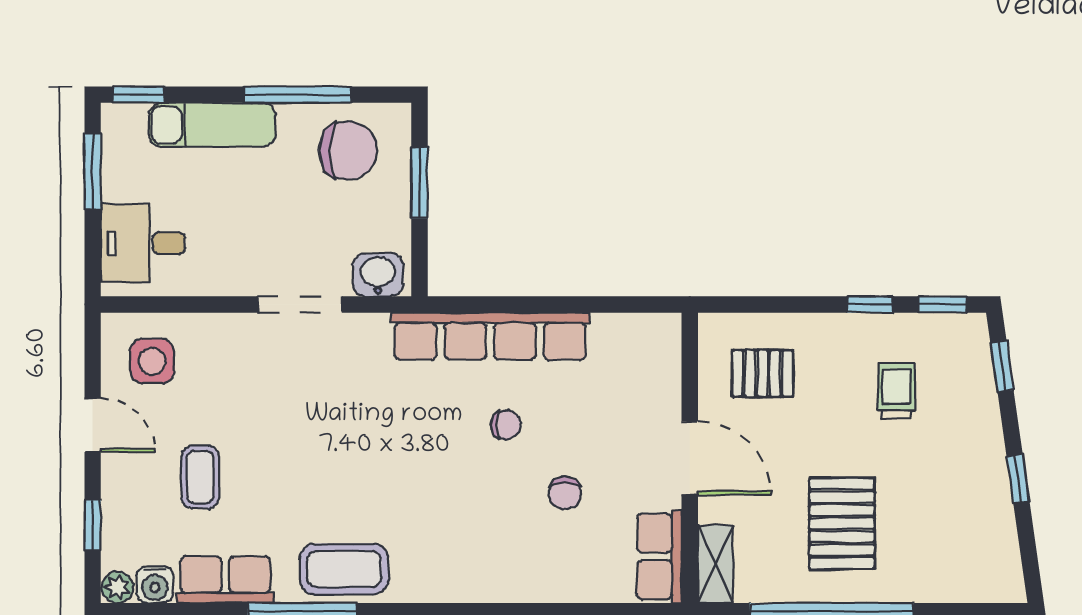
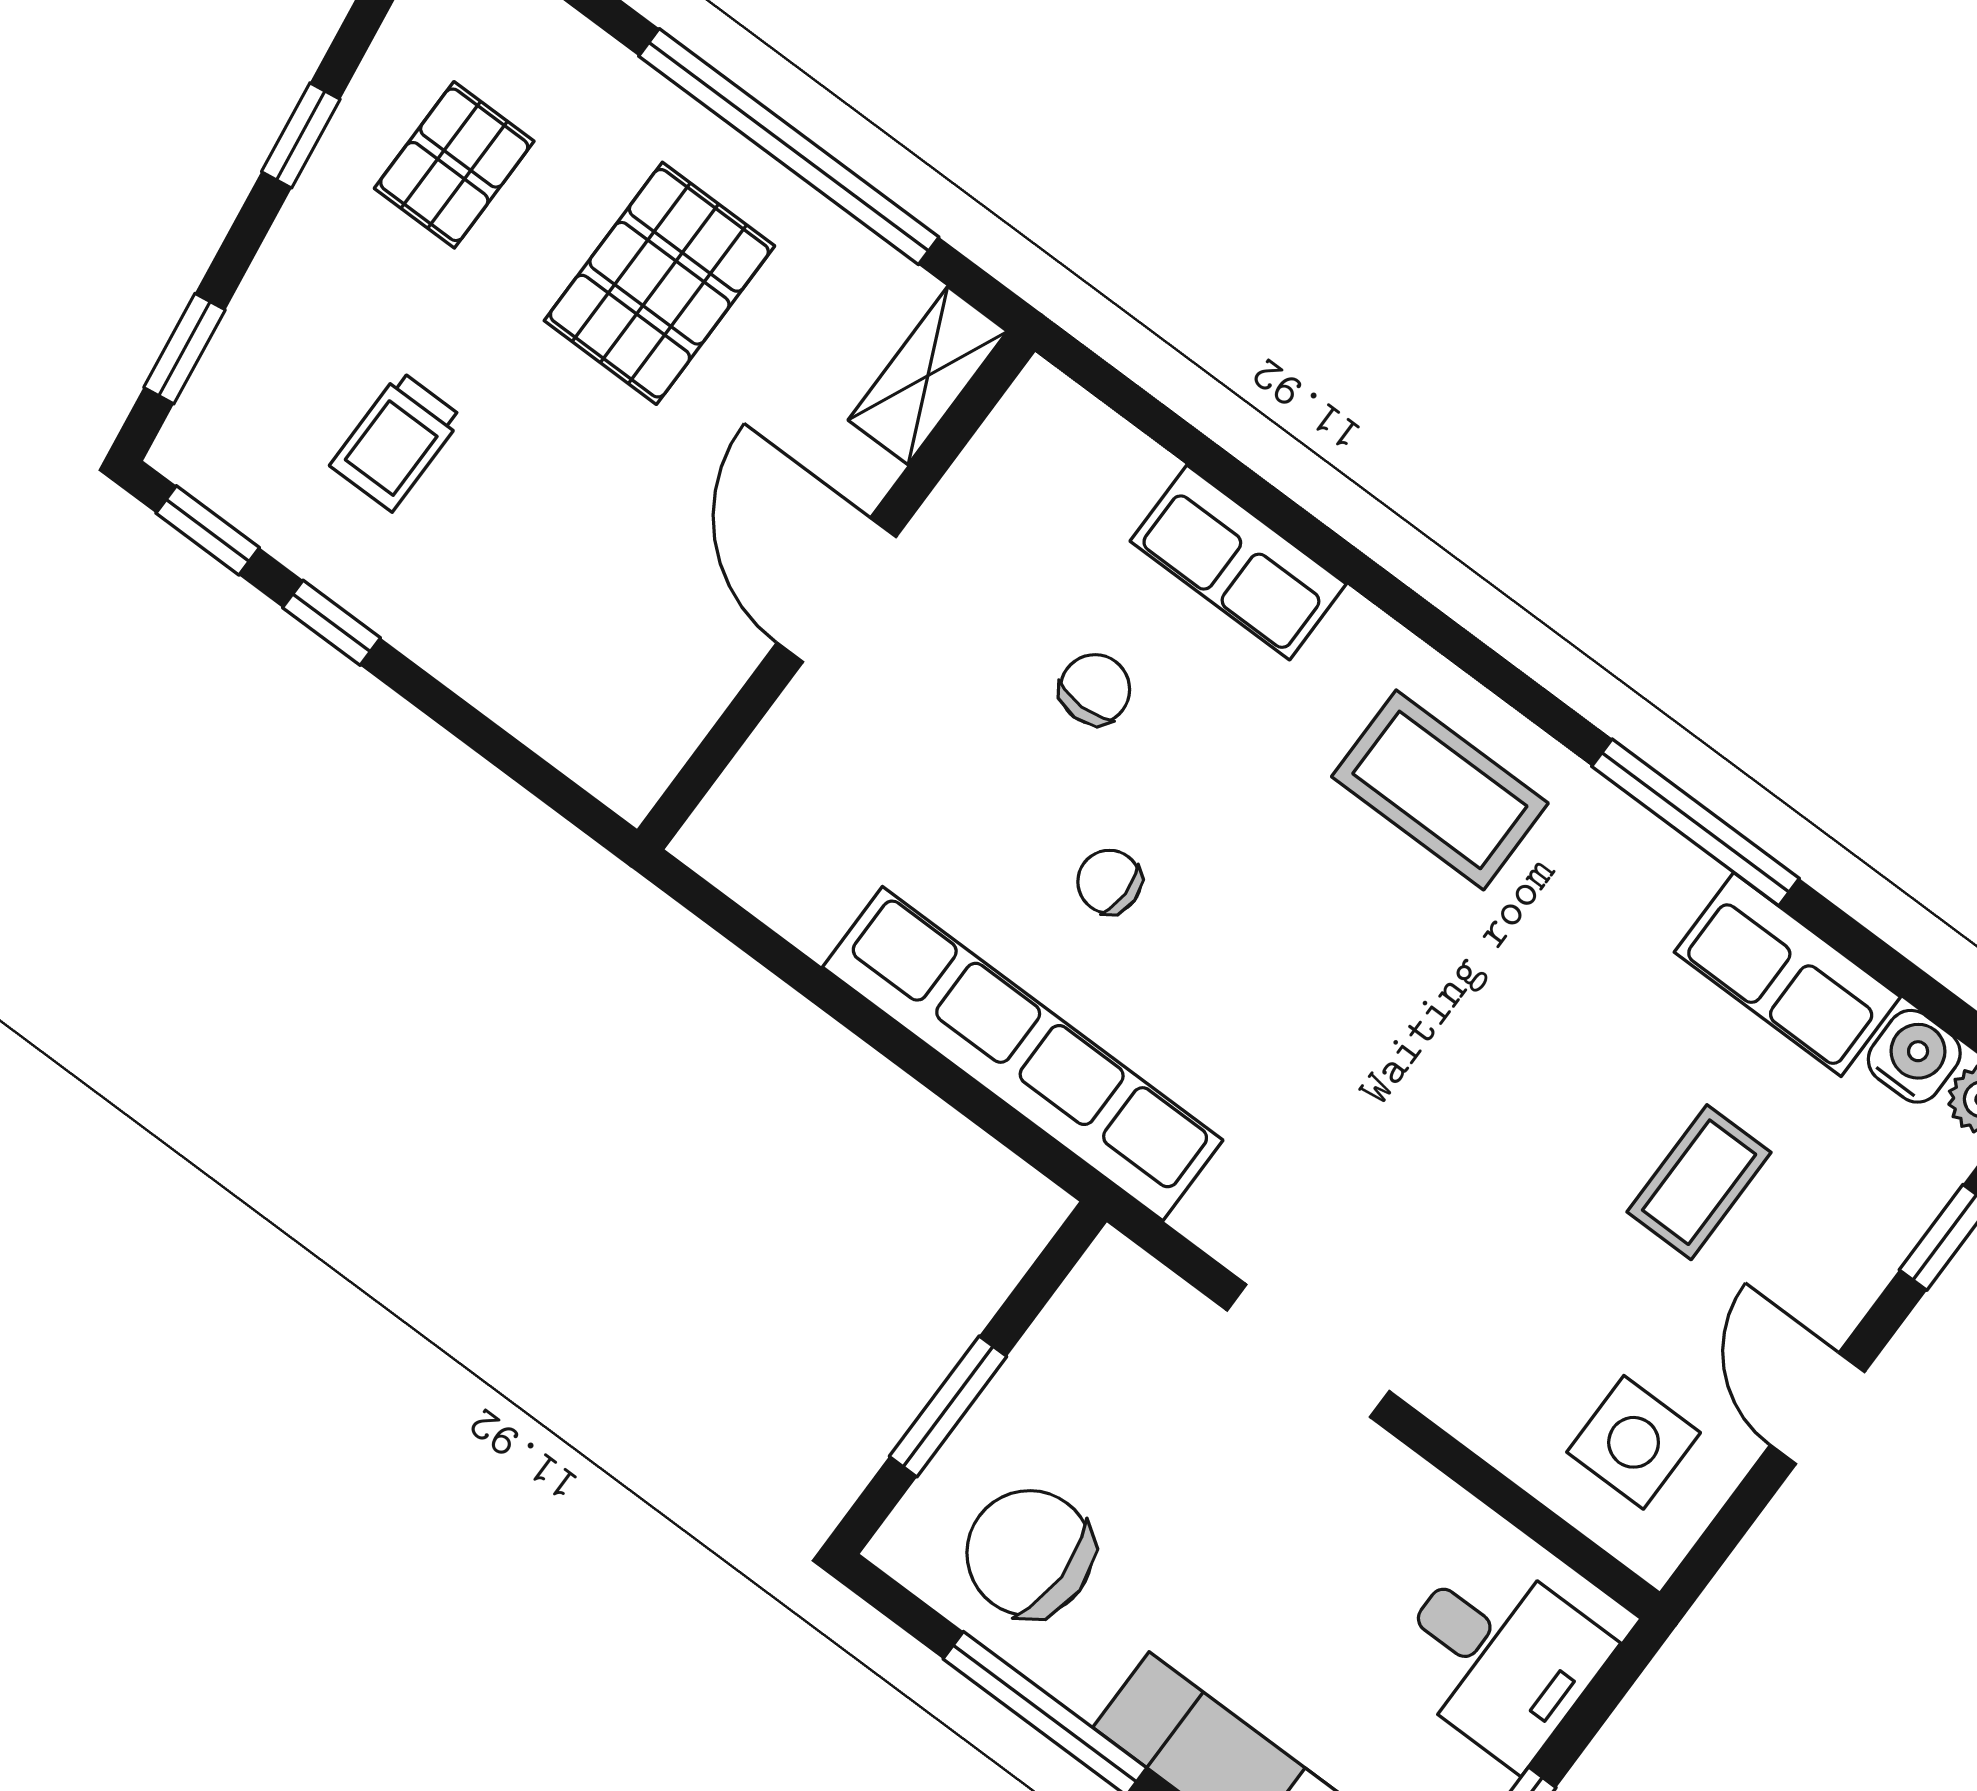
washbasin: (378, 275) -> (1137, 1302), removed
pallet: (763, 373) -> (454, 165), moved, turned 90
row of seats: (659, 556) -> (1238, 562), moved, turned 90
coffee table: (344, 569) -> (1440, 790), moved

